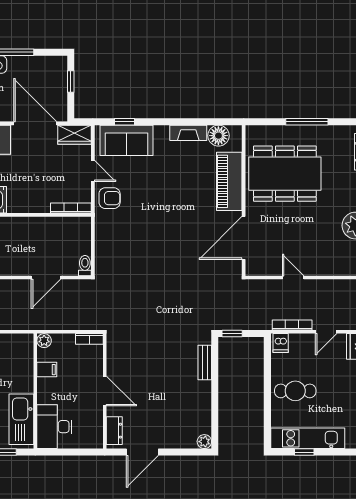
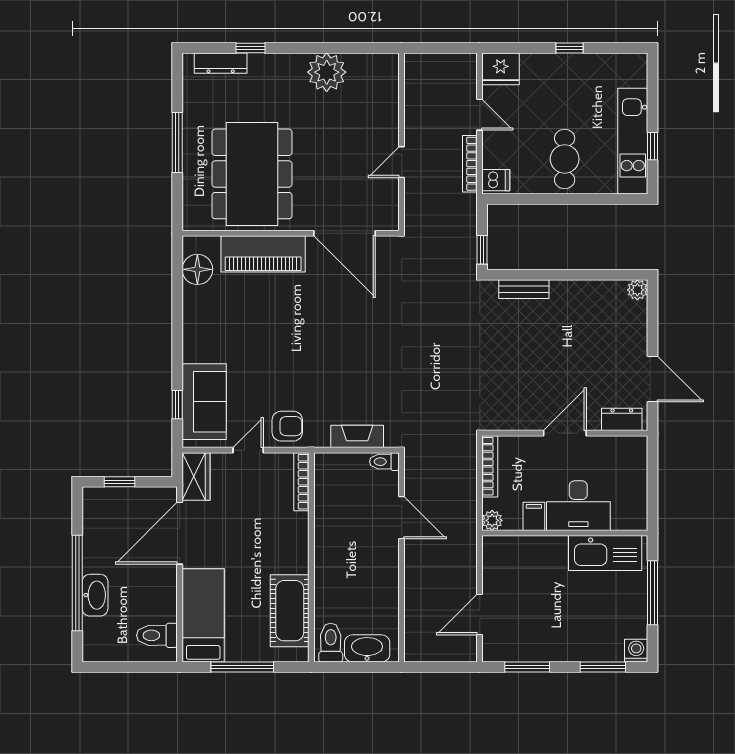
fireplace: (188, 133) -> (357, 436), moved, turned -90
armchair: (110, 198) -> (287, 426), turned 90
bookcase: (89, 339) -> (490, 466), width x1.56
desk: (54, 427) -> (578, 506), moved

